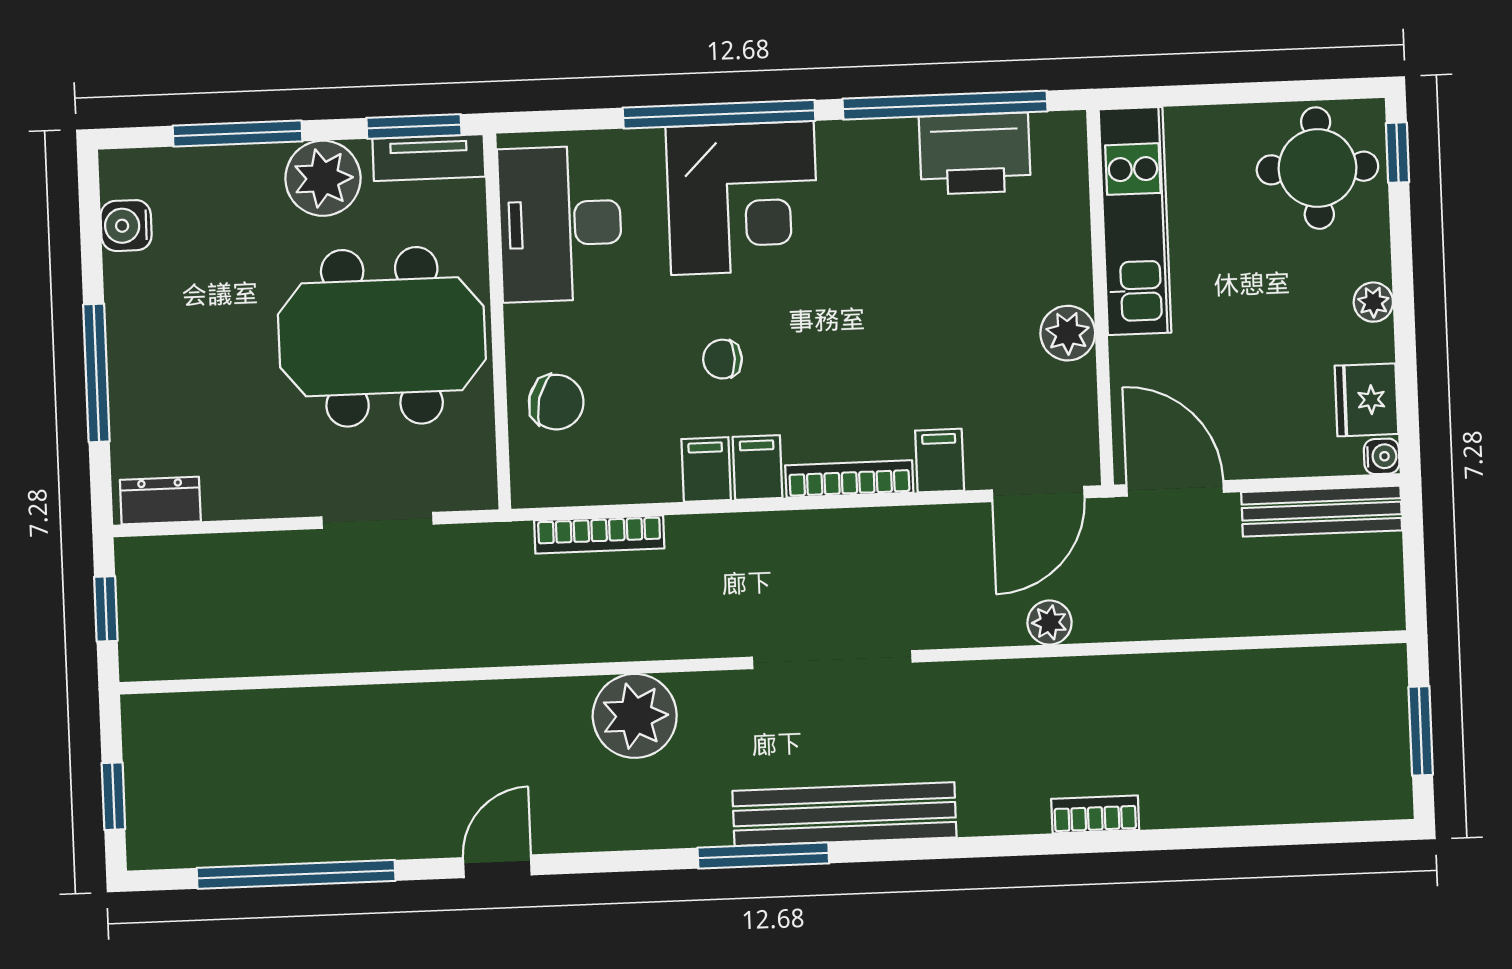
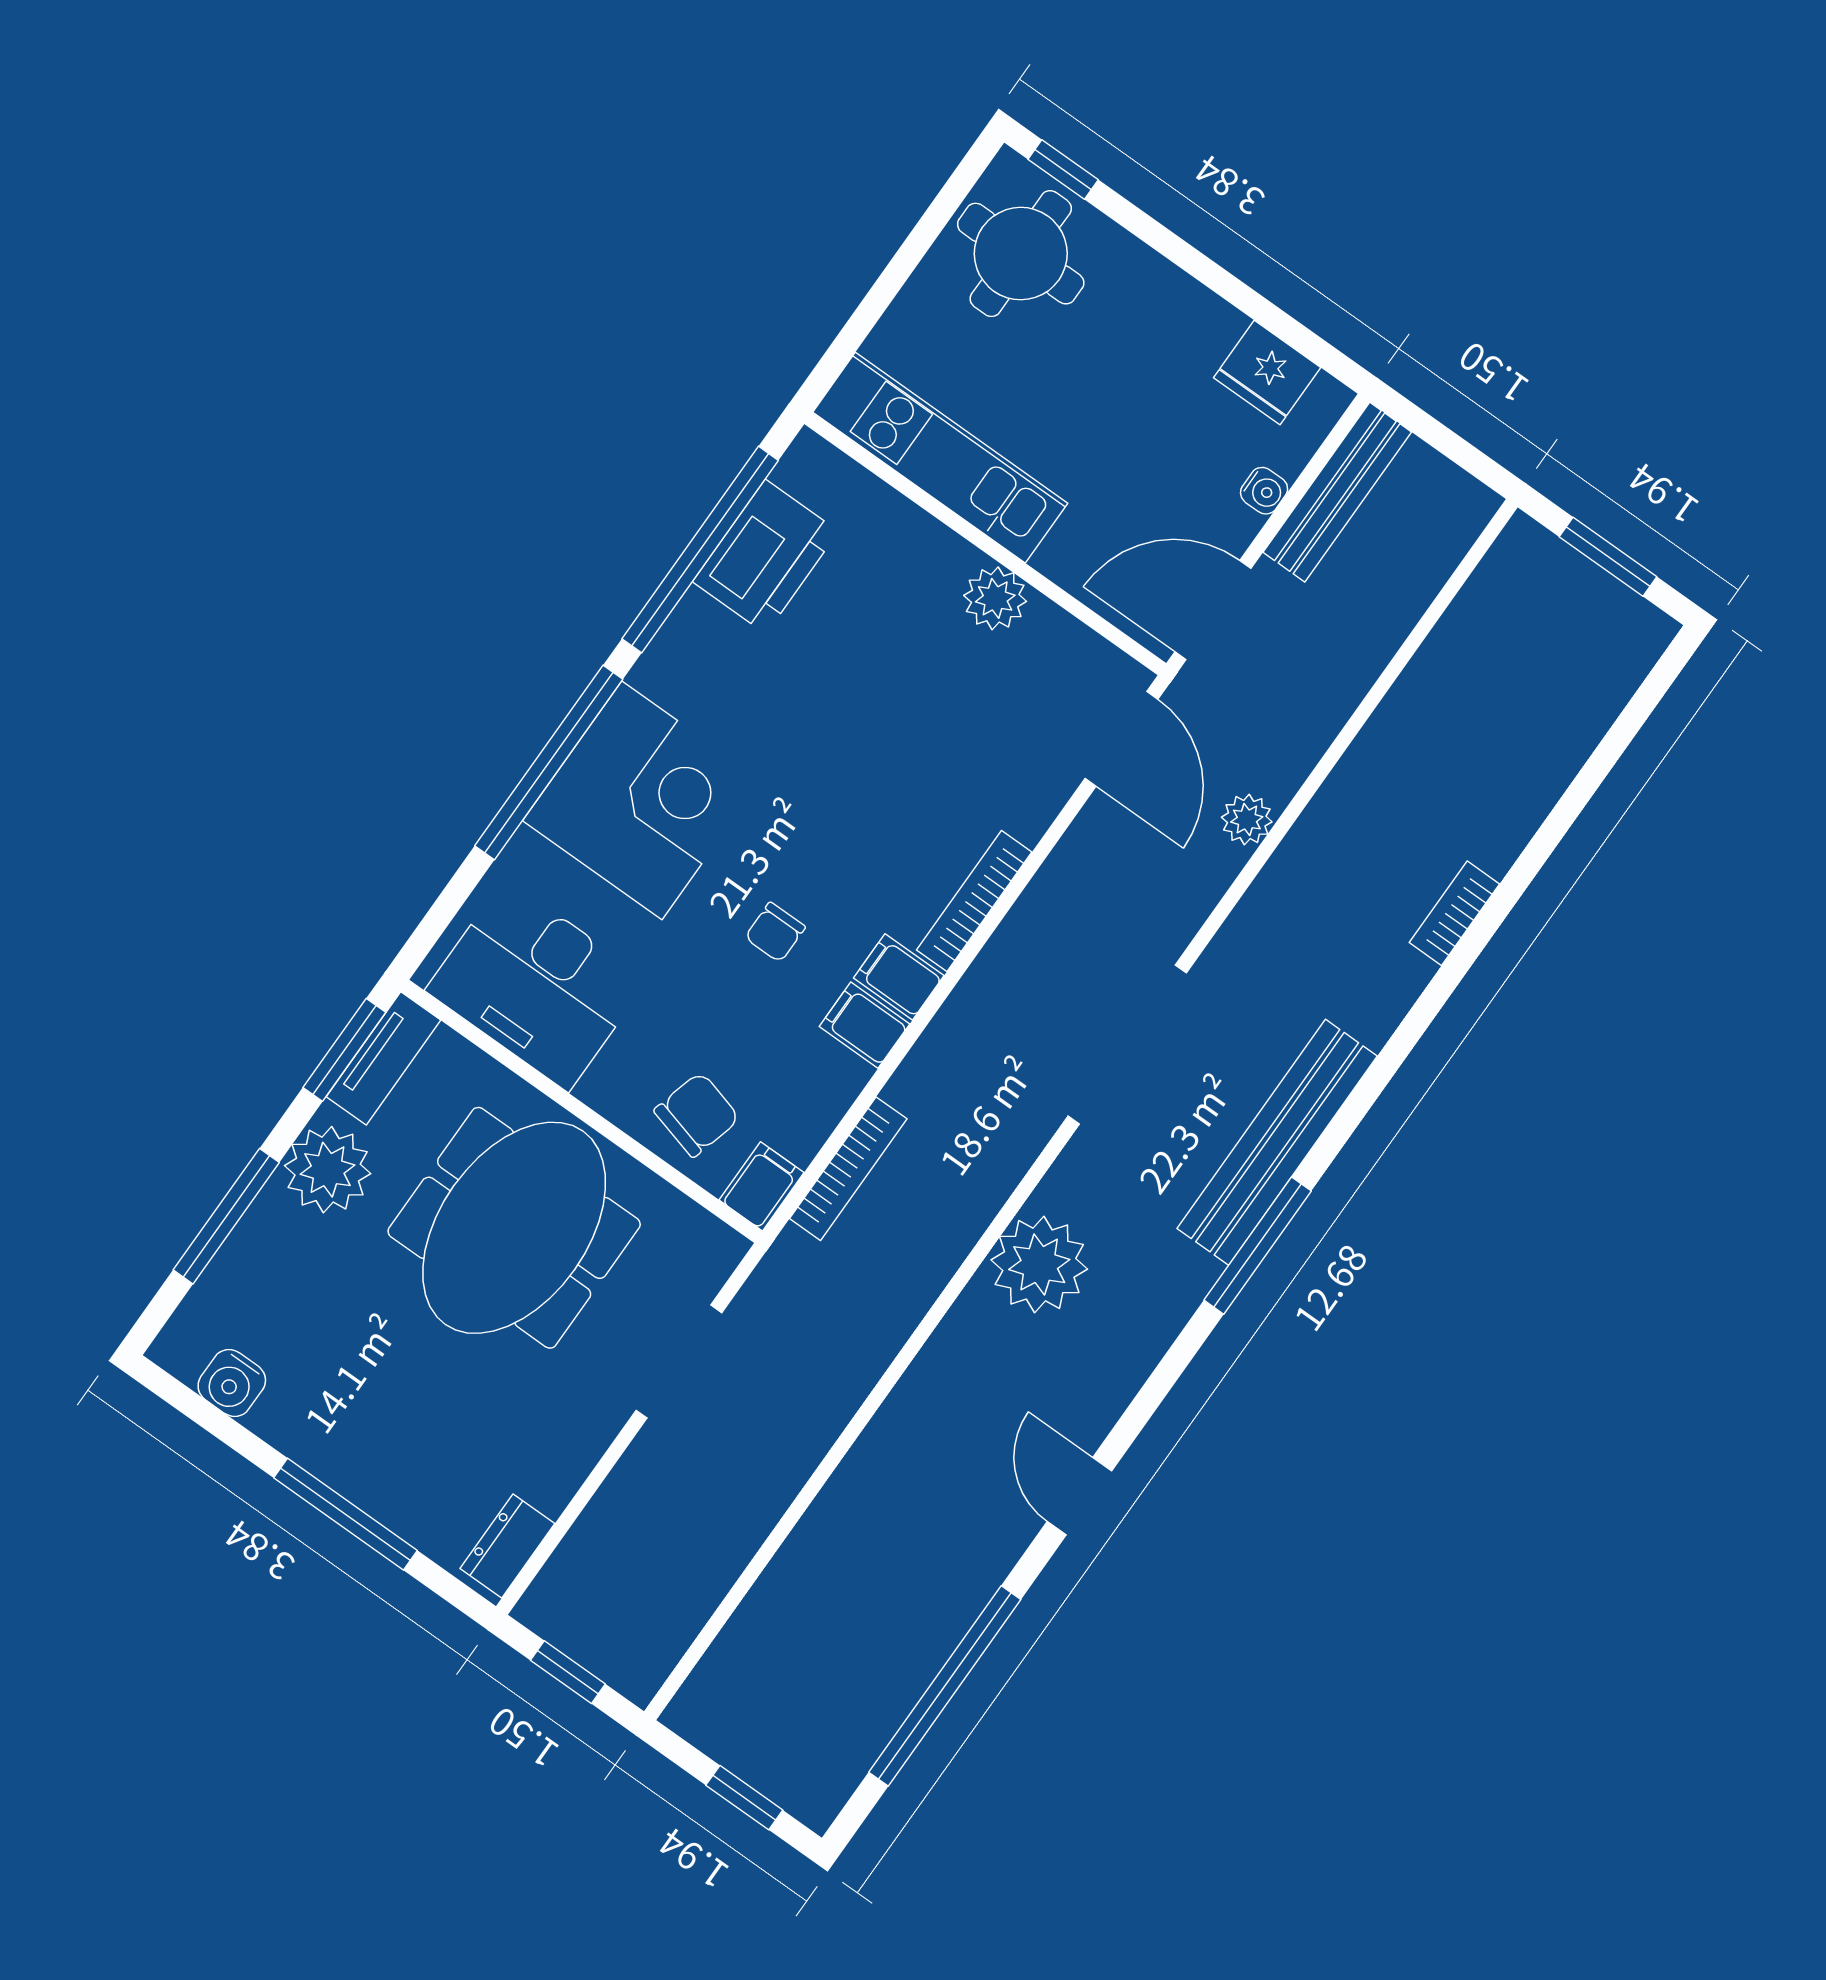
plant: (1373, 302) -> (1183, 297), removed
water cooler: (1382, 456) -> (1264, 491), moved, turned 90
filing cabinet: (940, 461) -> (762, 1186), moved, turned 90

